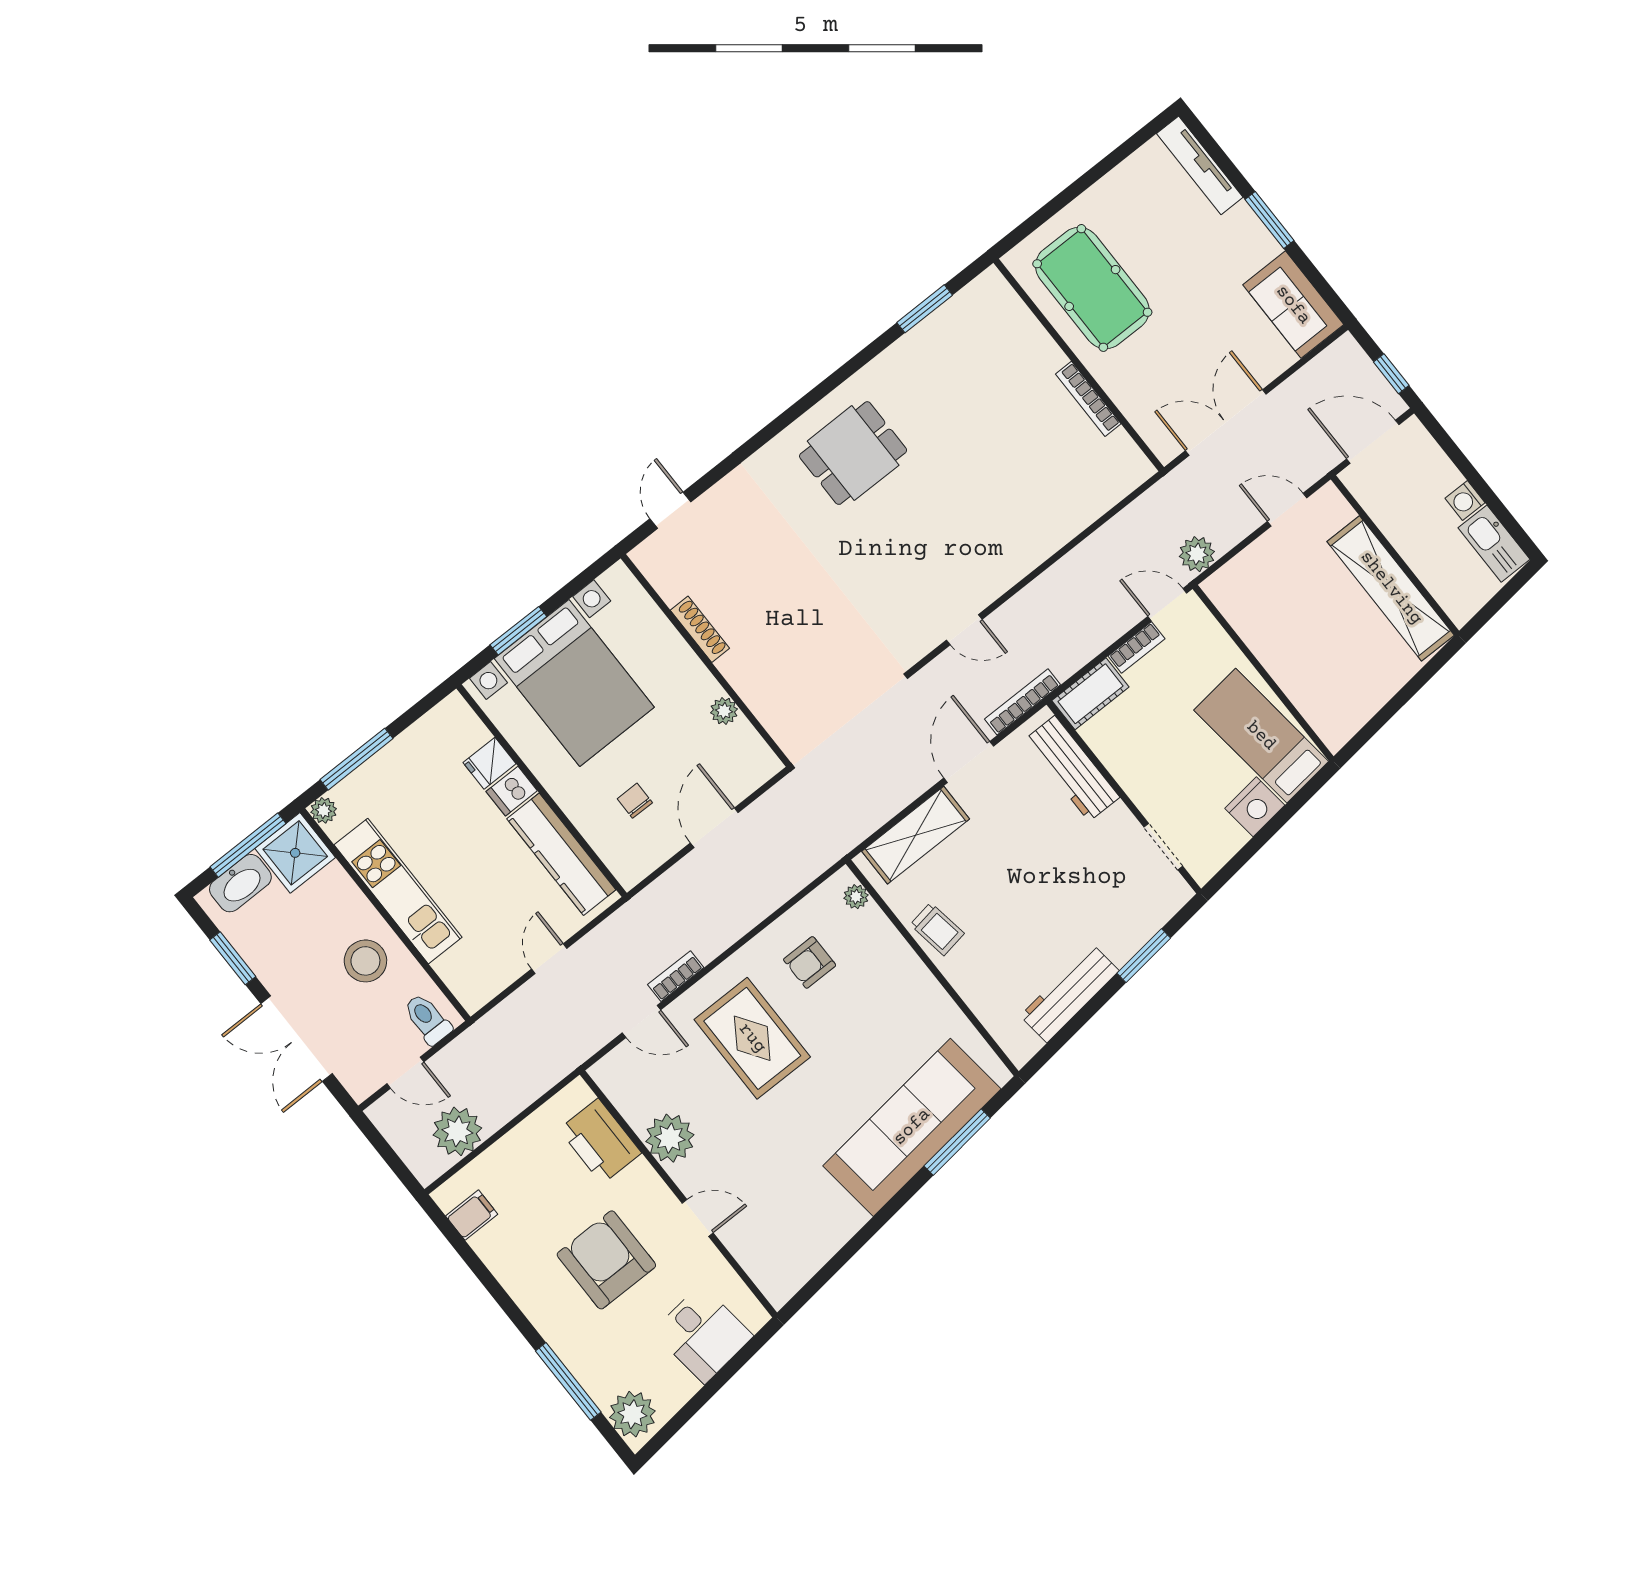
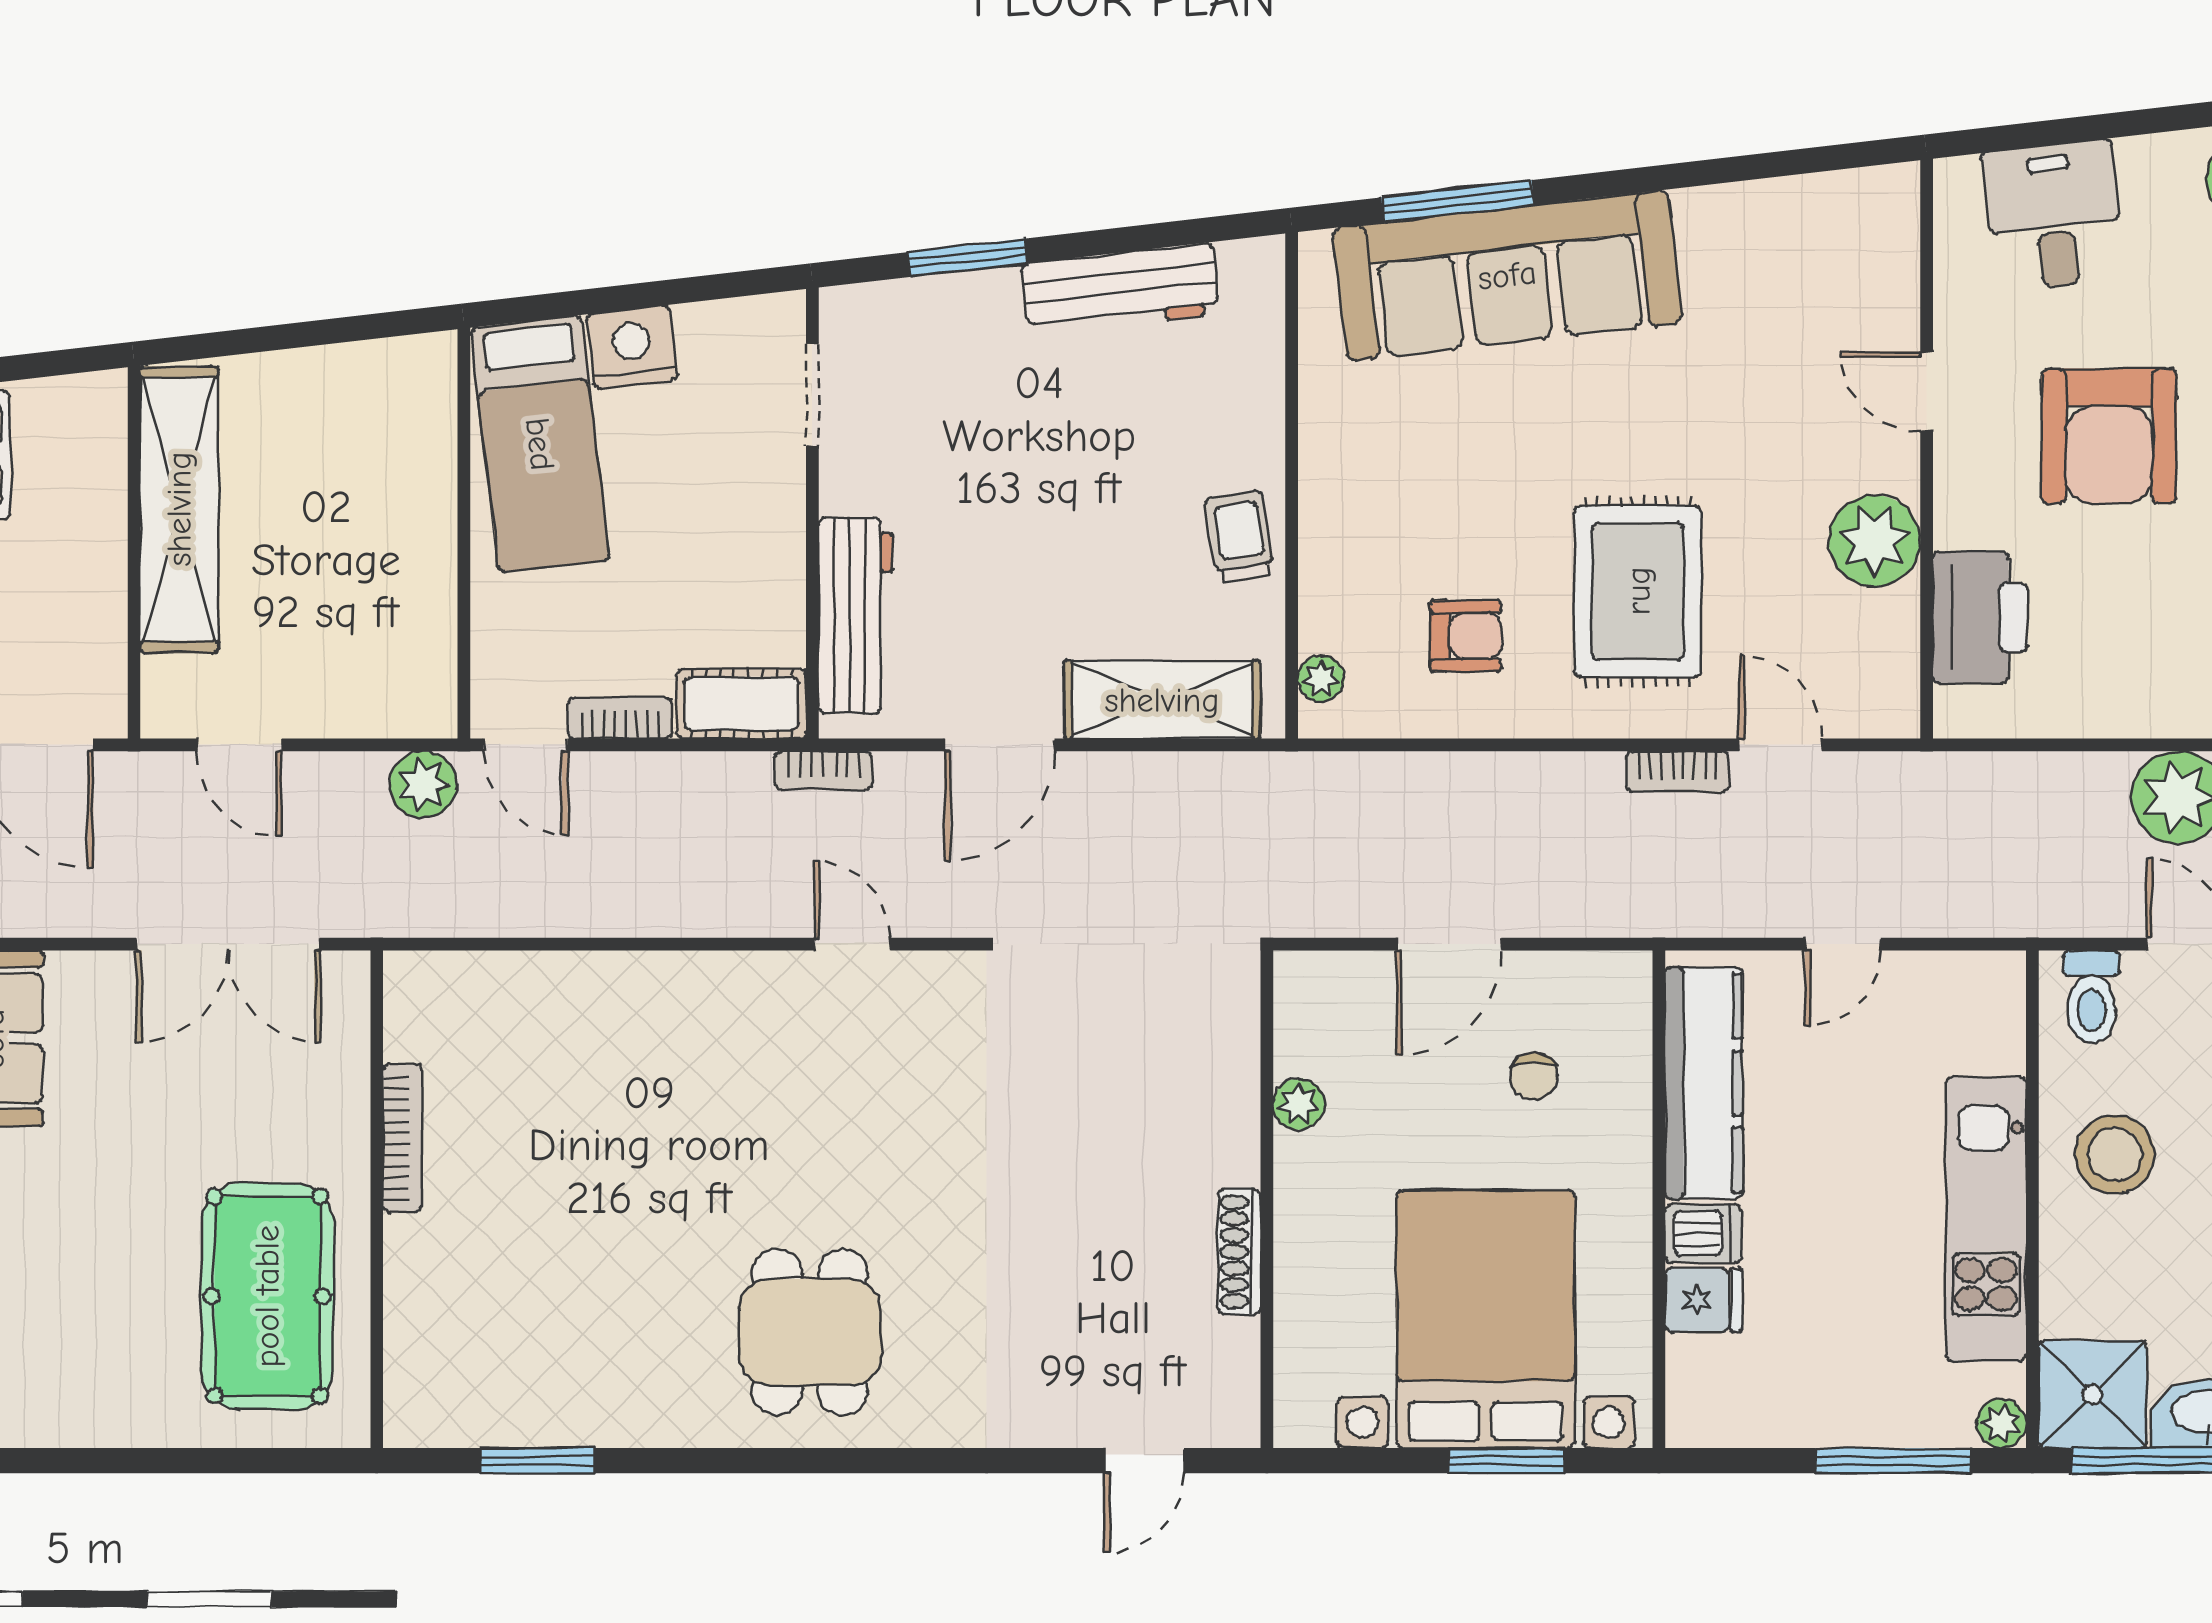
dining table: (853, 453) -> (810, 1332), turned 90
bookcase: (1023, 702) -> (823, 771), width x0.64

